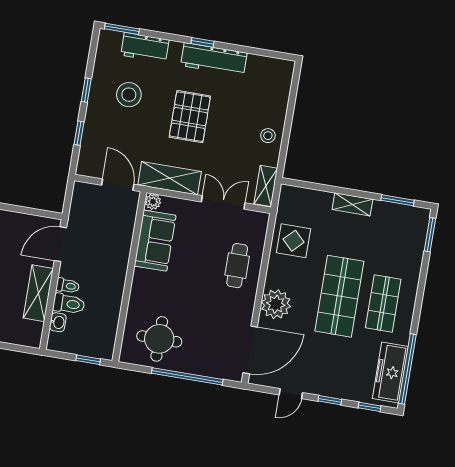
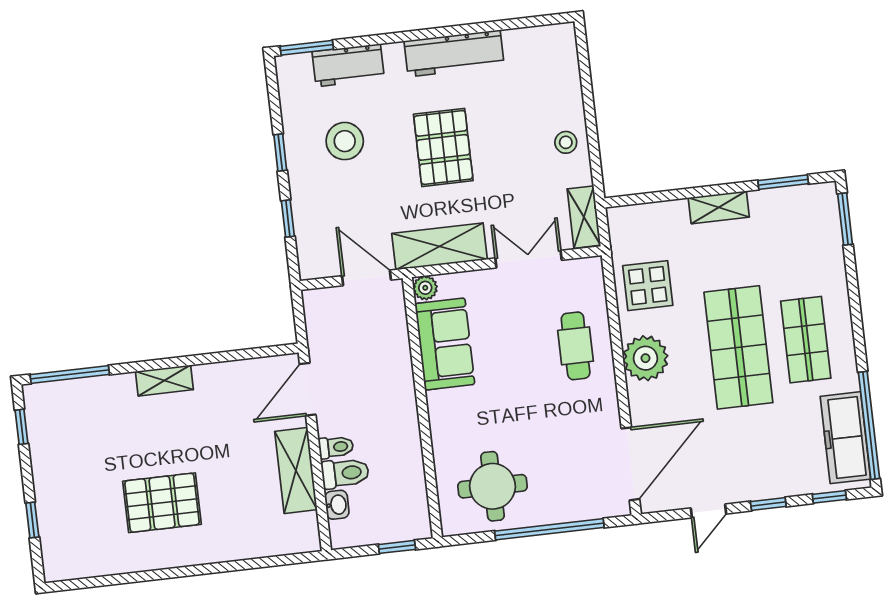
window: (203, 42) -> (431, 33), removed
plant: (276, 304) -> (645, 358), moved

